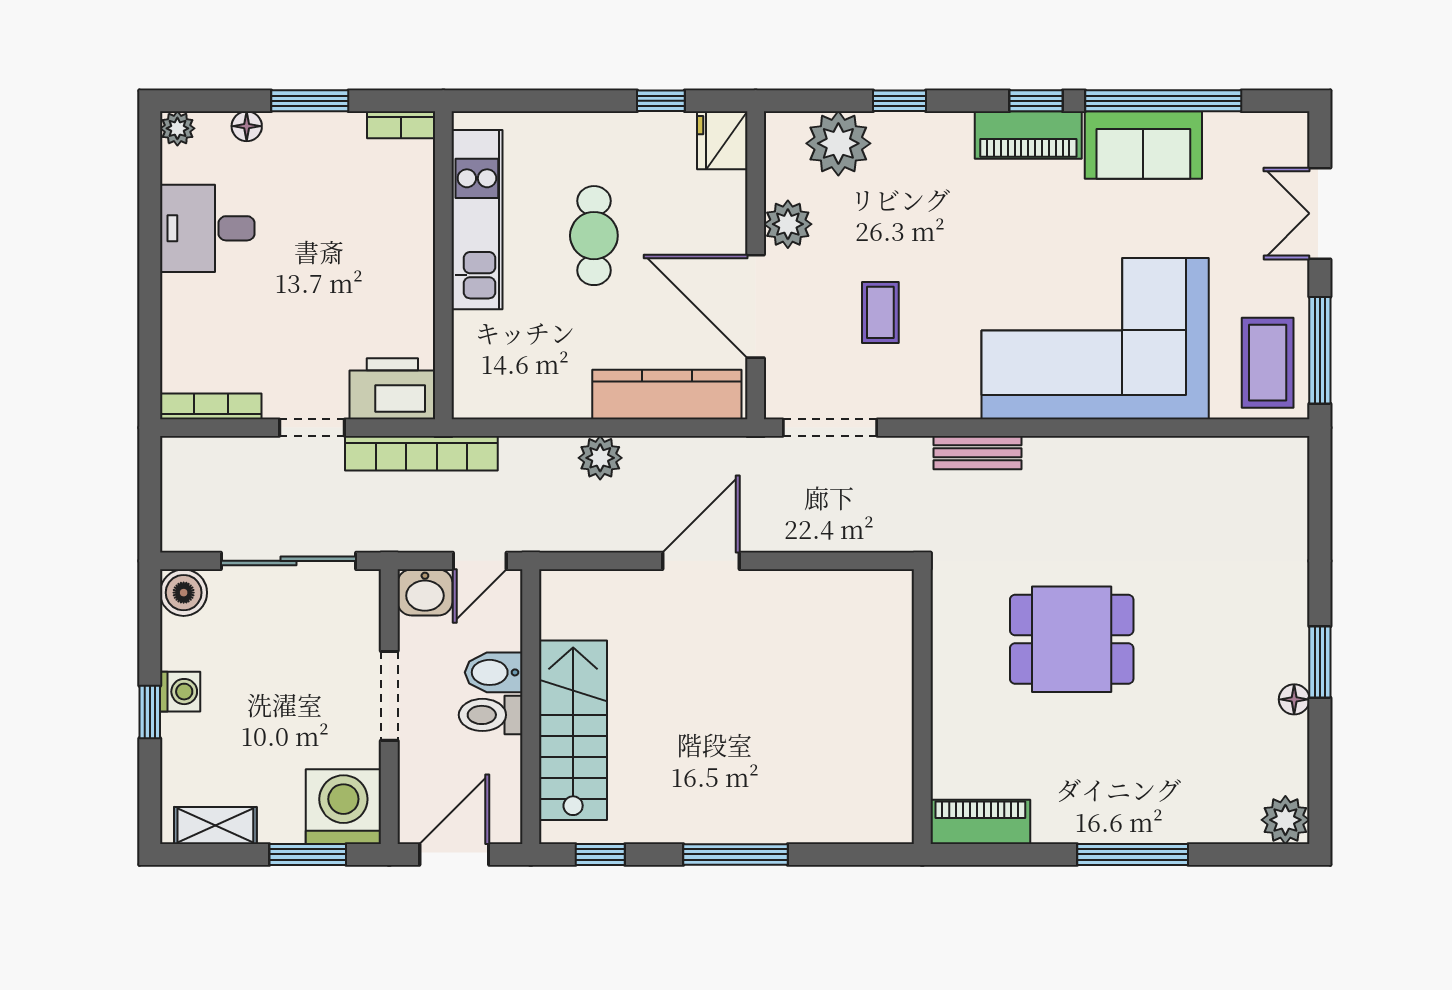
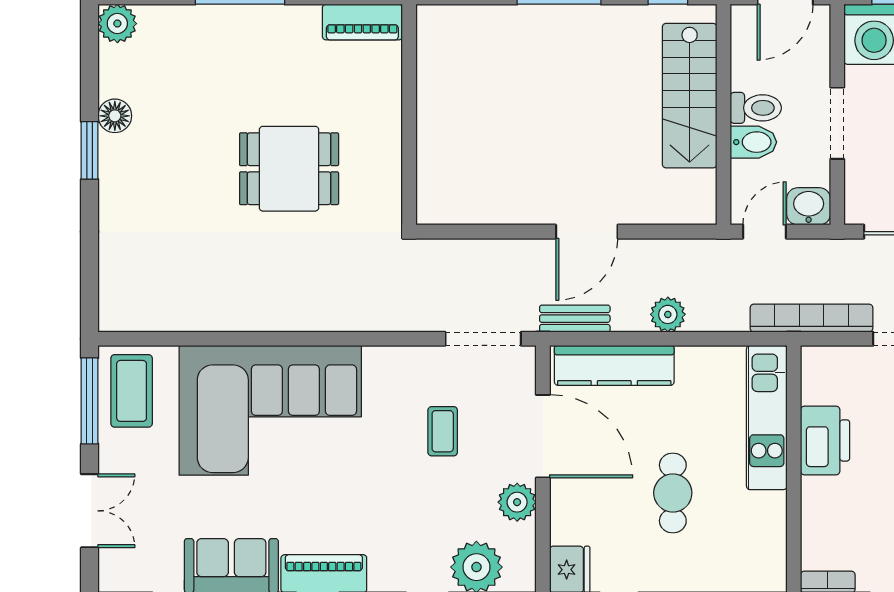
kitchen unit: (477, 220) -> (767, 417), moved
printer: (392, 389) -> (825, 440), moved, turned -90
bench: (978, 453) -> (575, 319), moved
floor lamp: (1294, 699) -> (115, 116), width x1.37, depth x1.37

